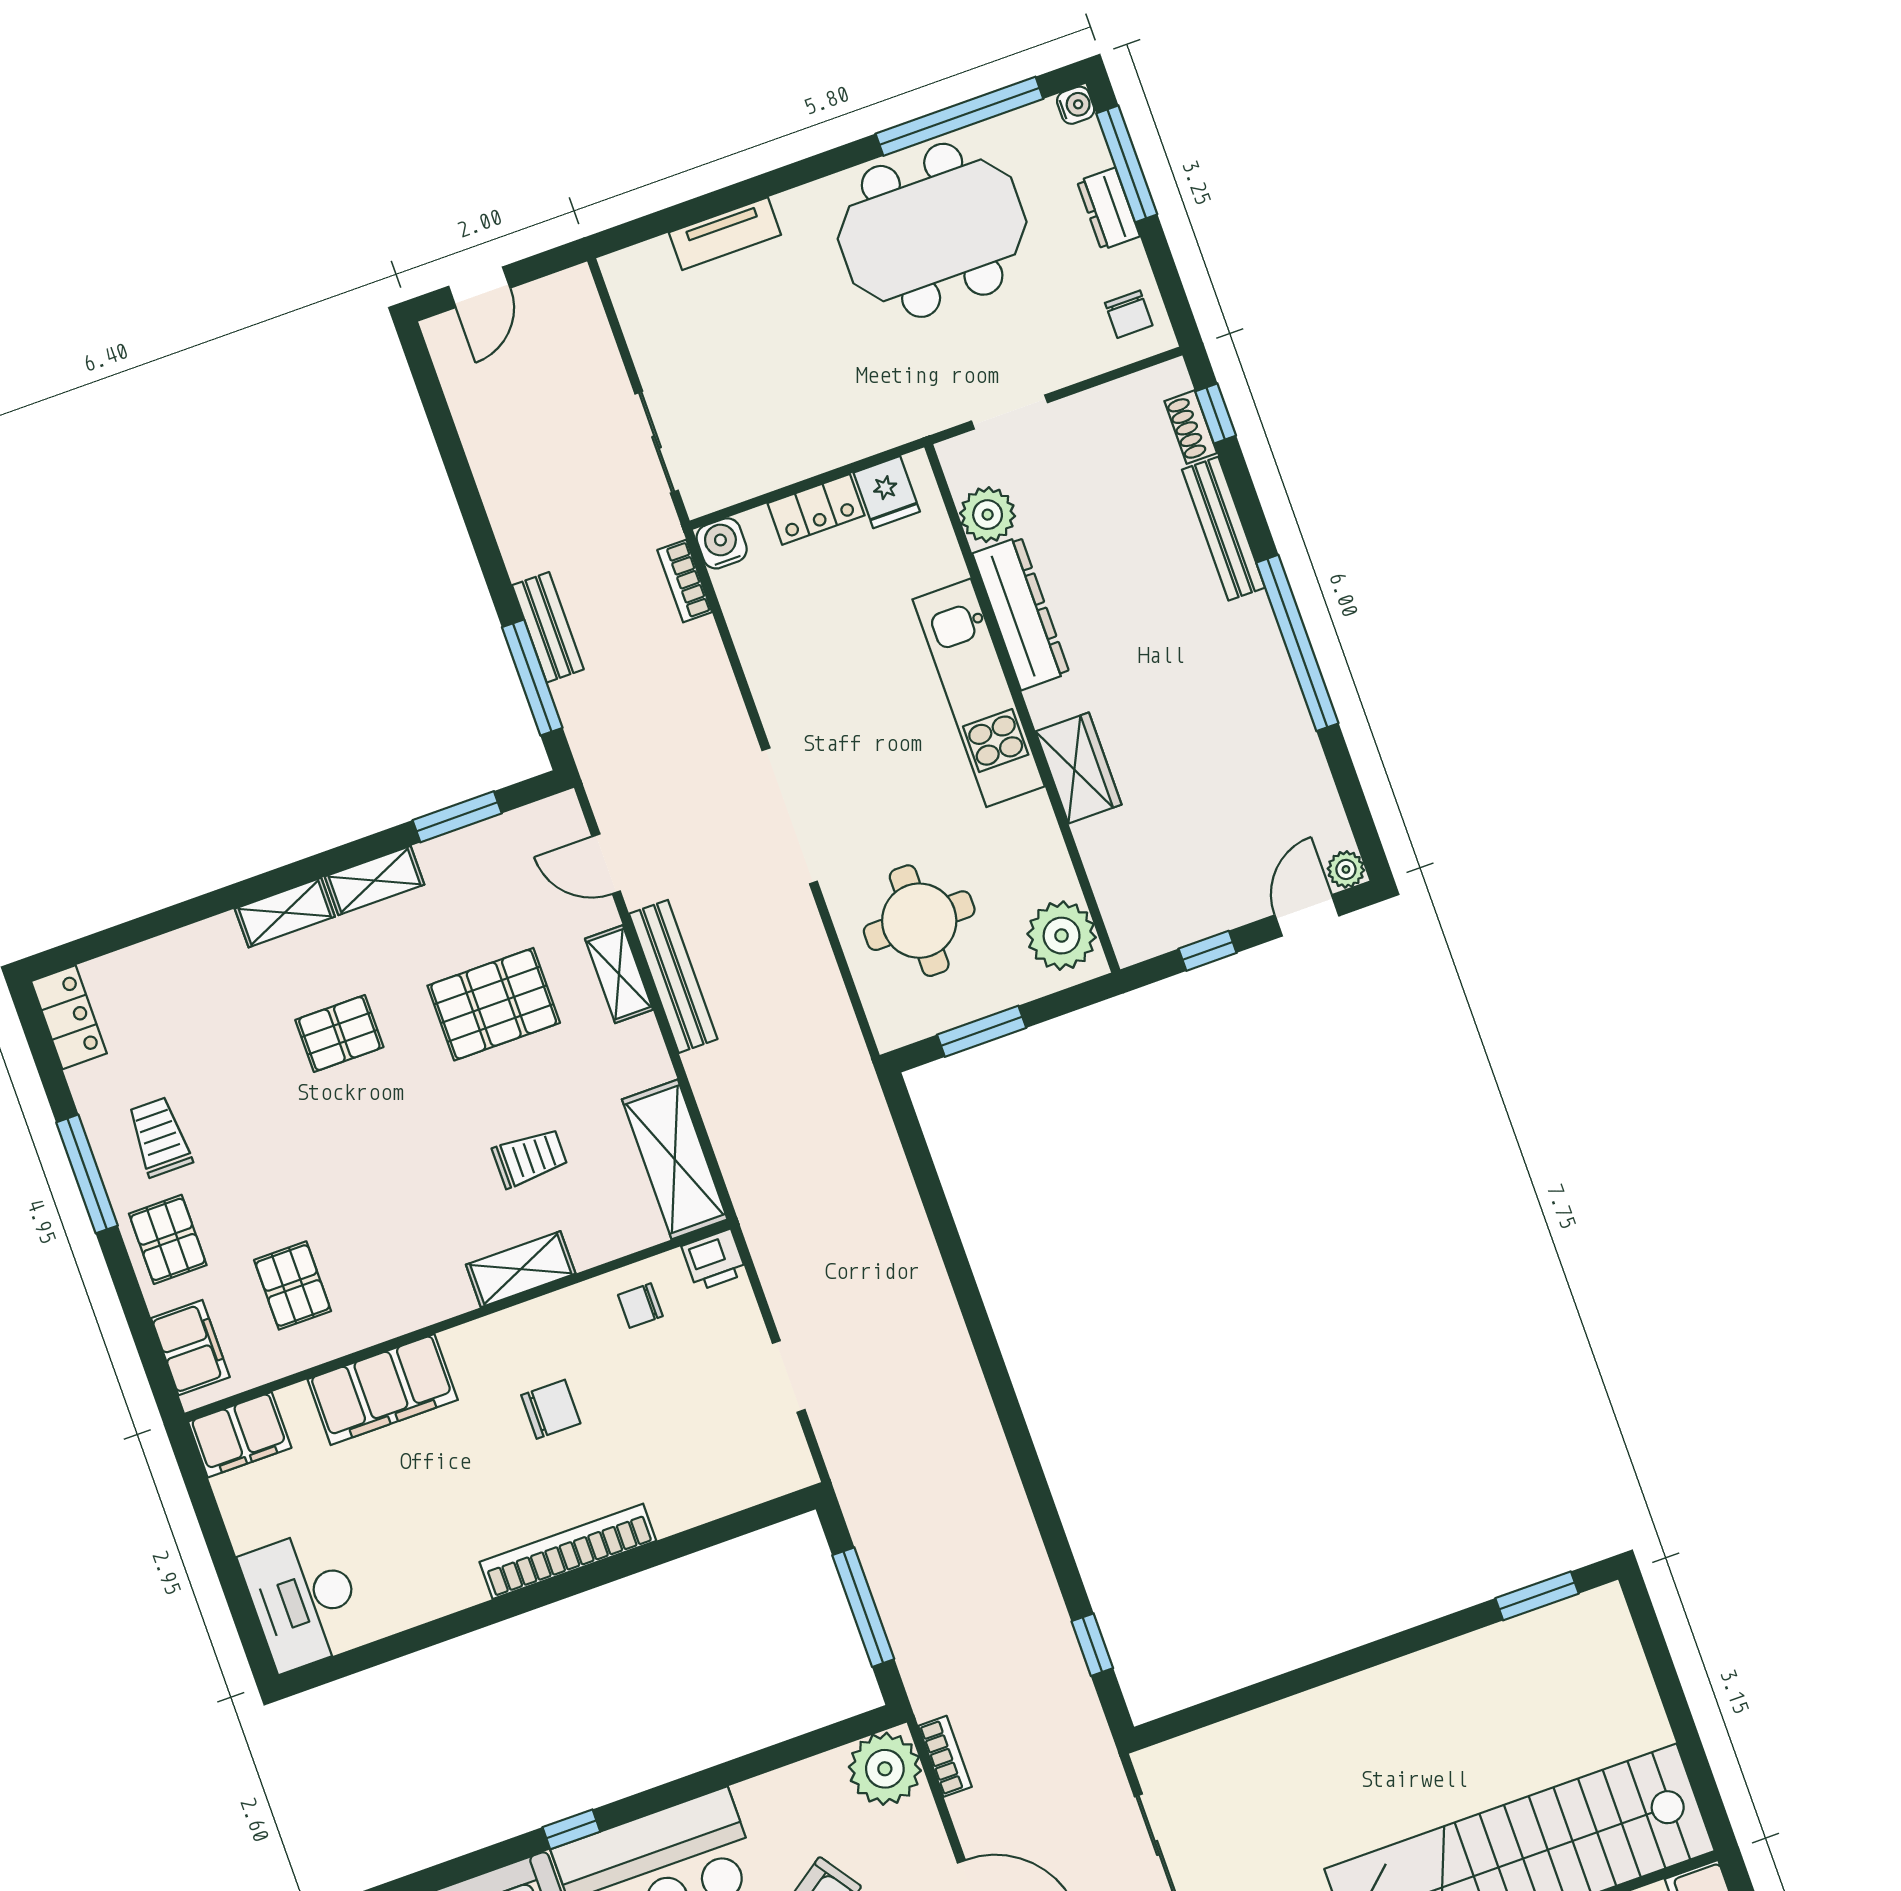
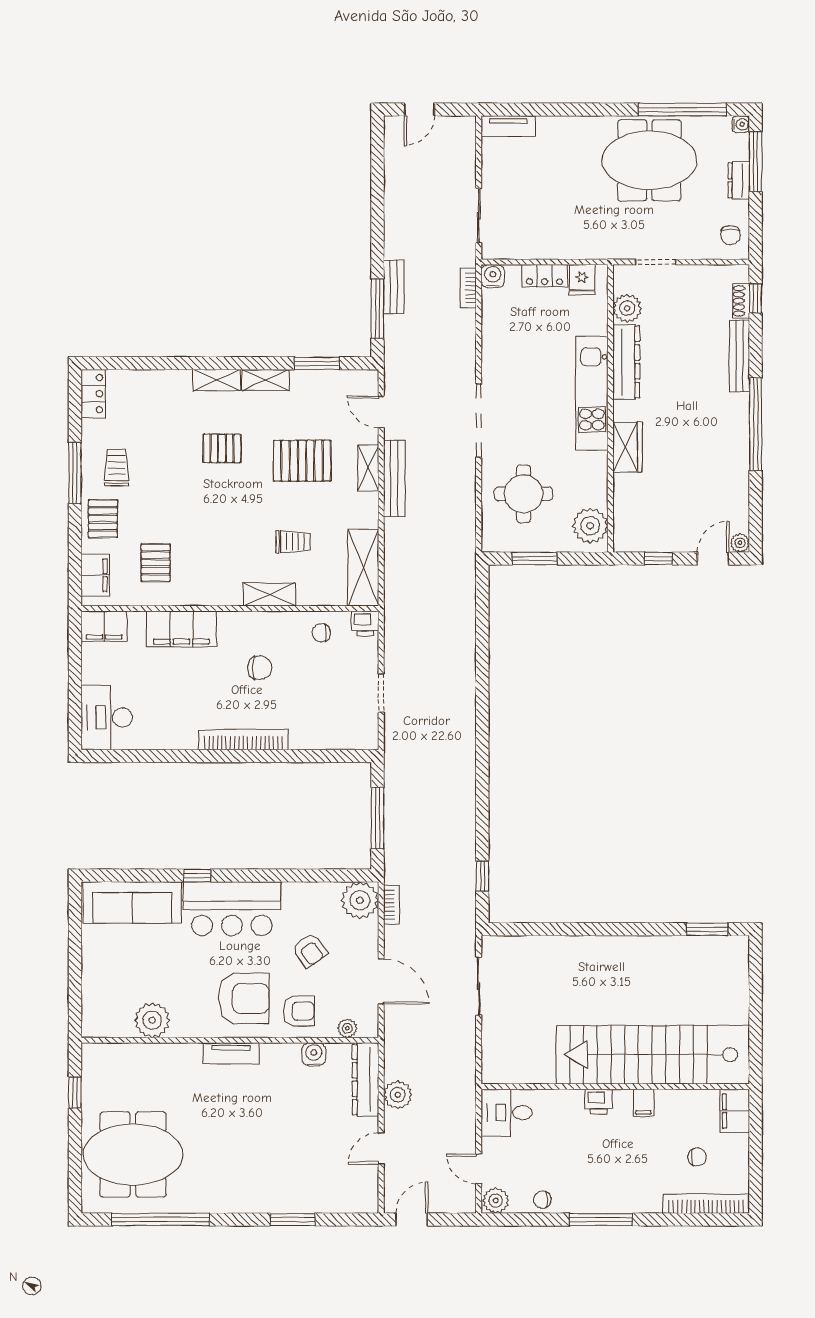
tv unit: (725, 234) -> (508, 126), moved

